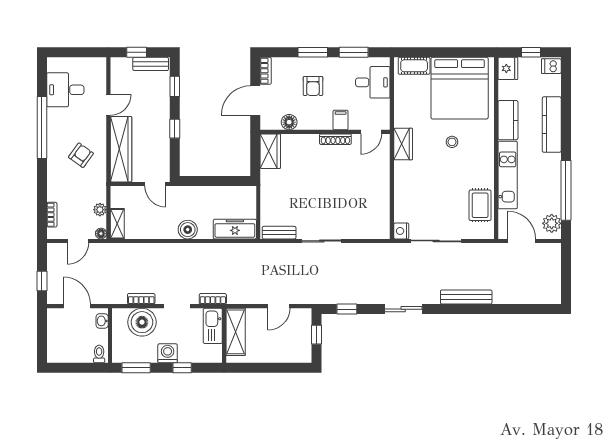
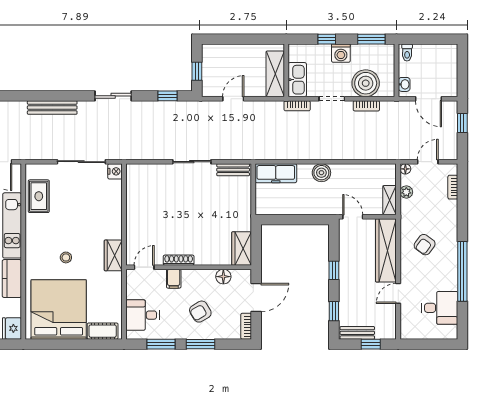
armchair: (313, 86) -> (200, 312), turned -121
shelving: (117, 224) -> (390, 200), moved

